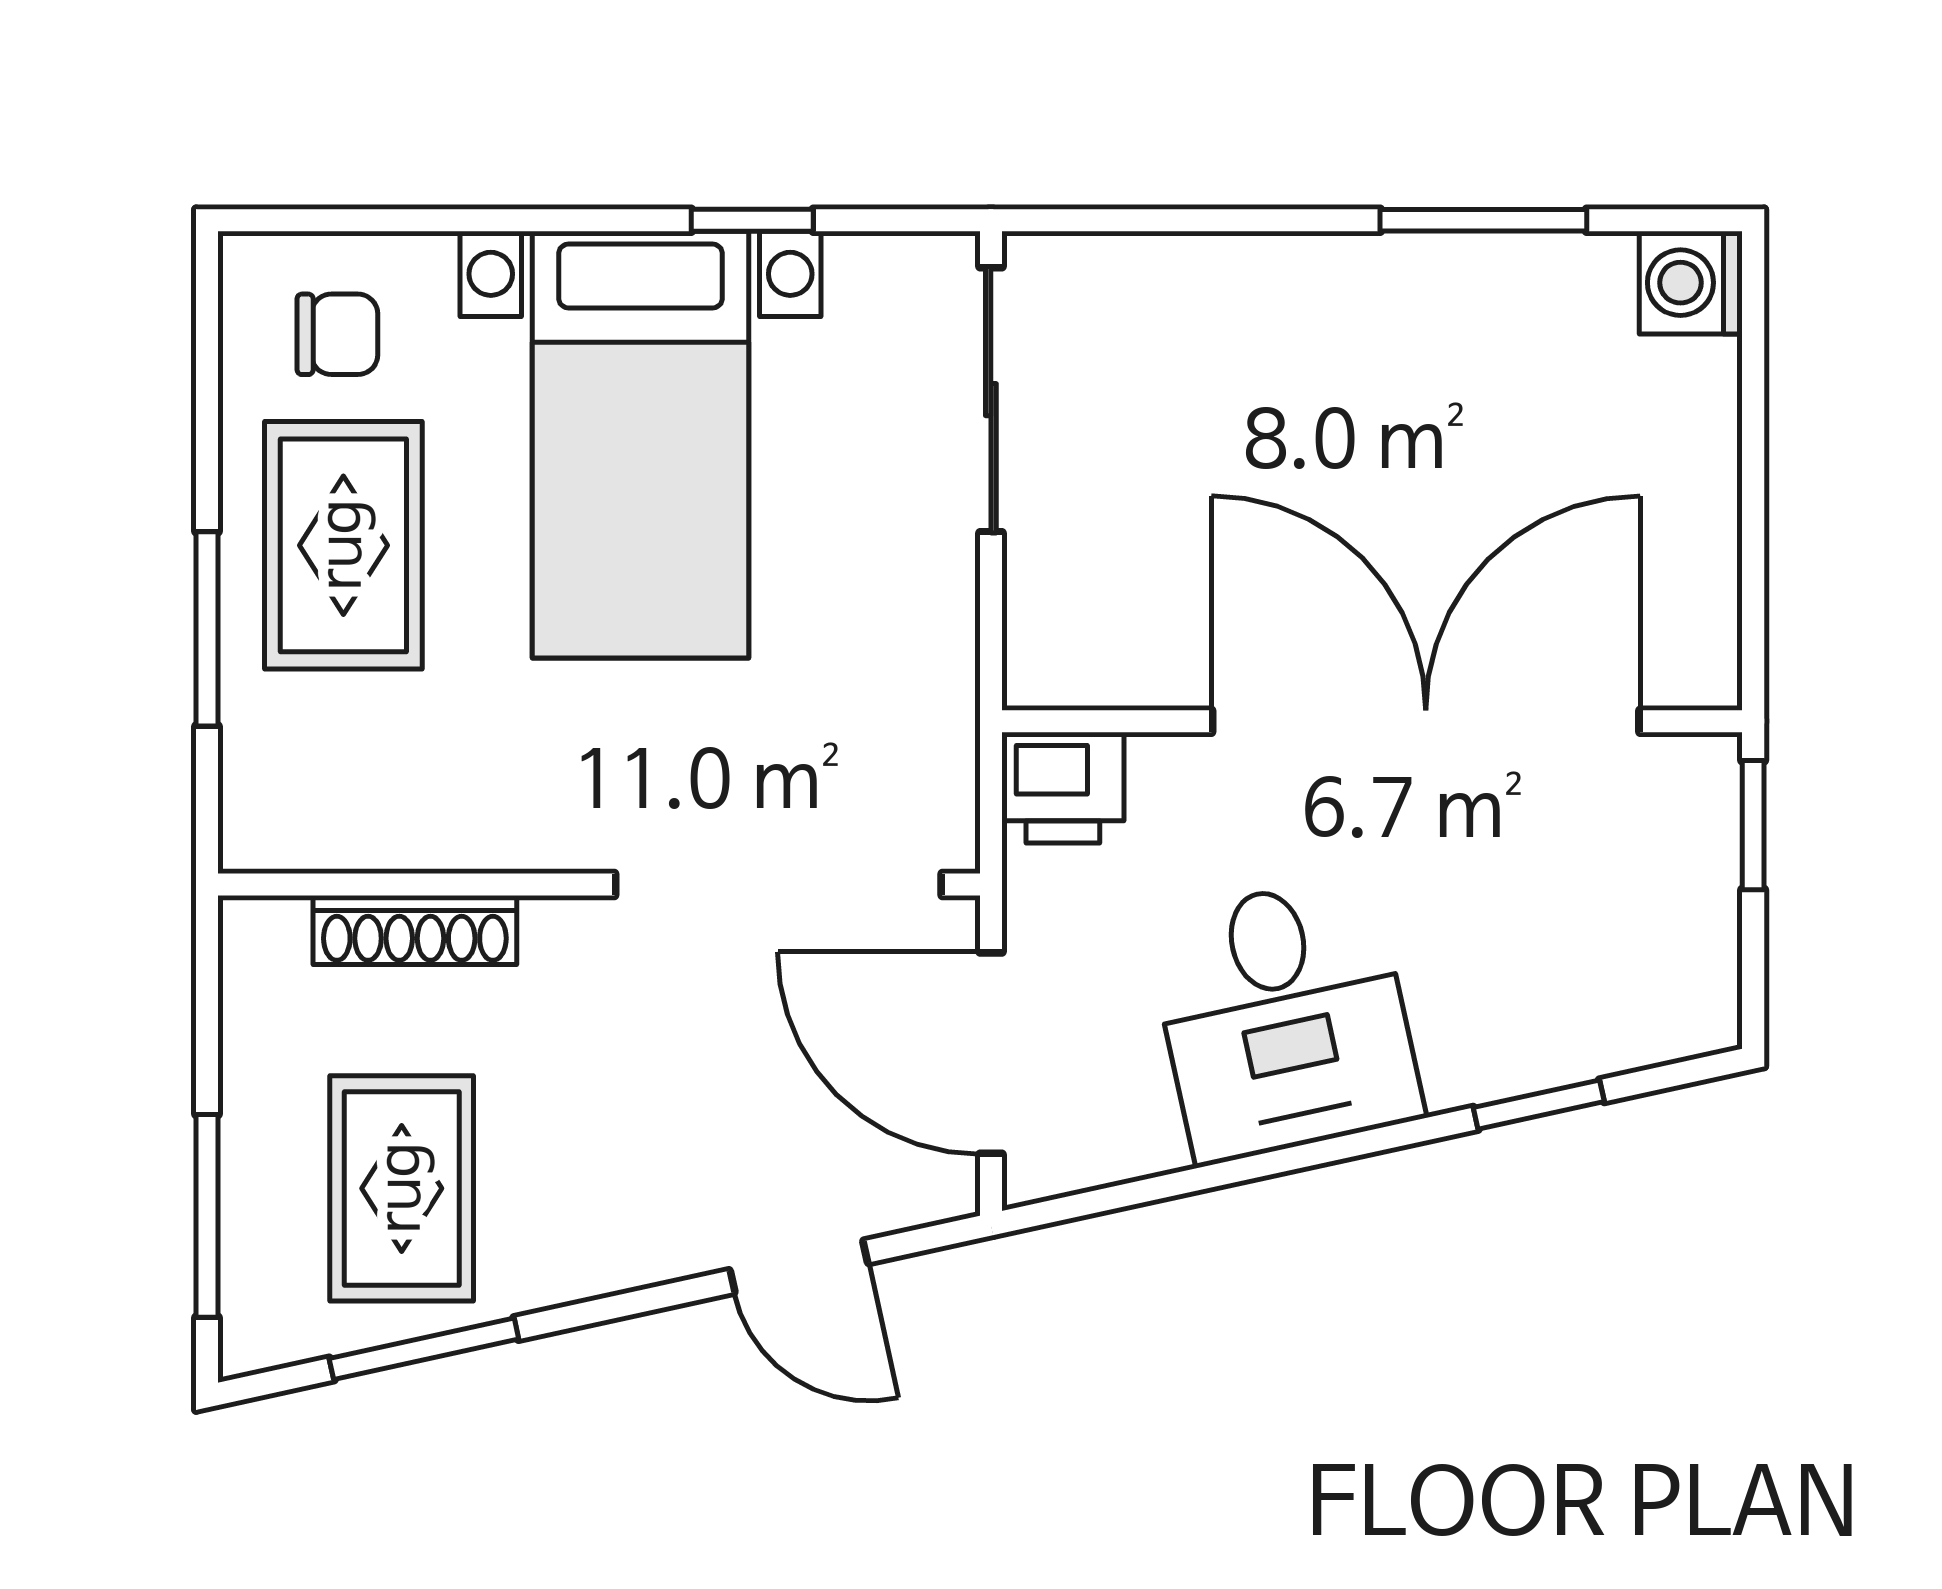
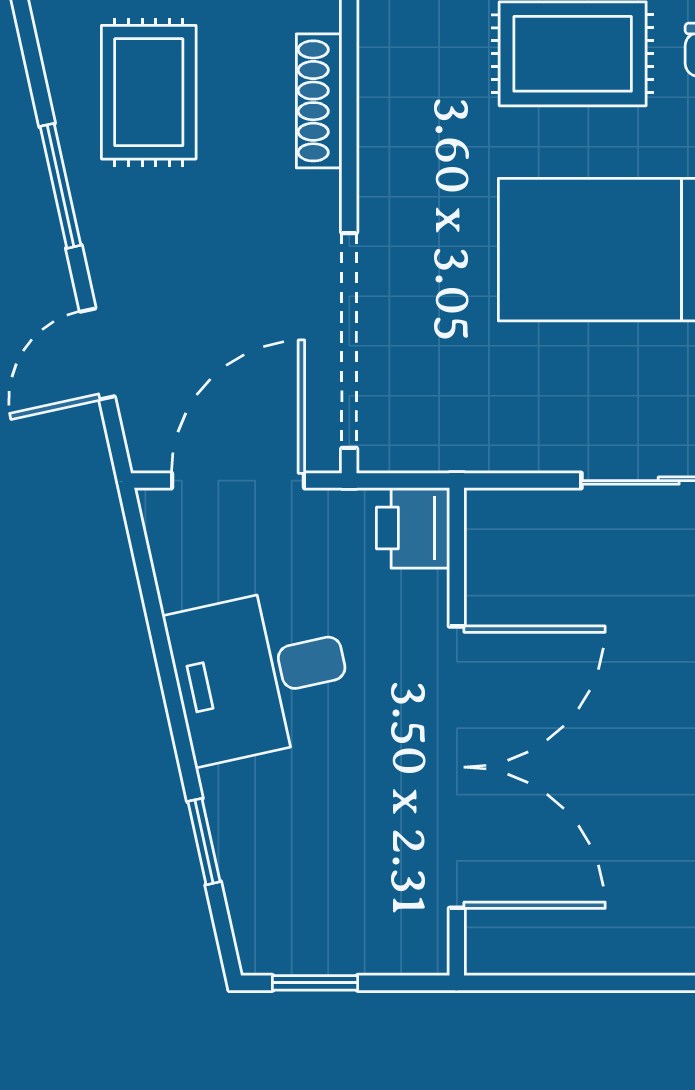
window: (1753, 825) -> (315, 983), moved
rug: (402, 1188) -> (149, 92), turned 90
window: (424, 1349) -> (60, 186), moved

